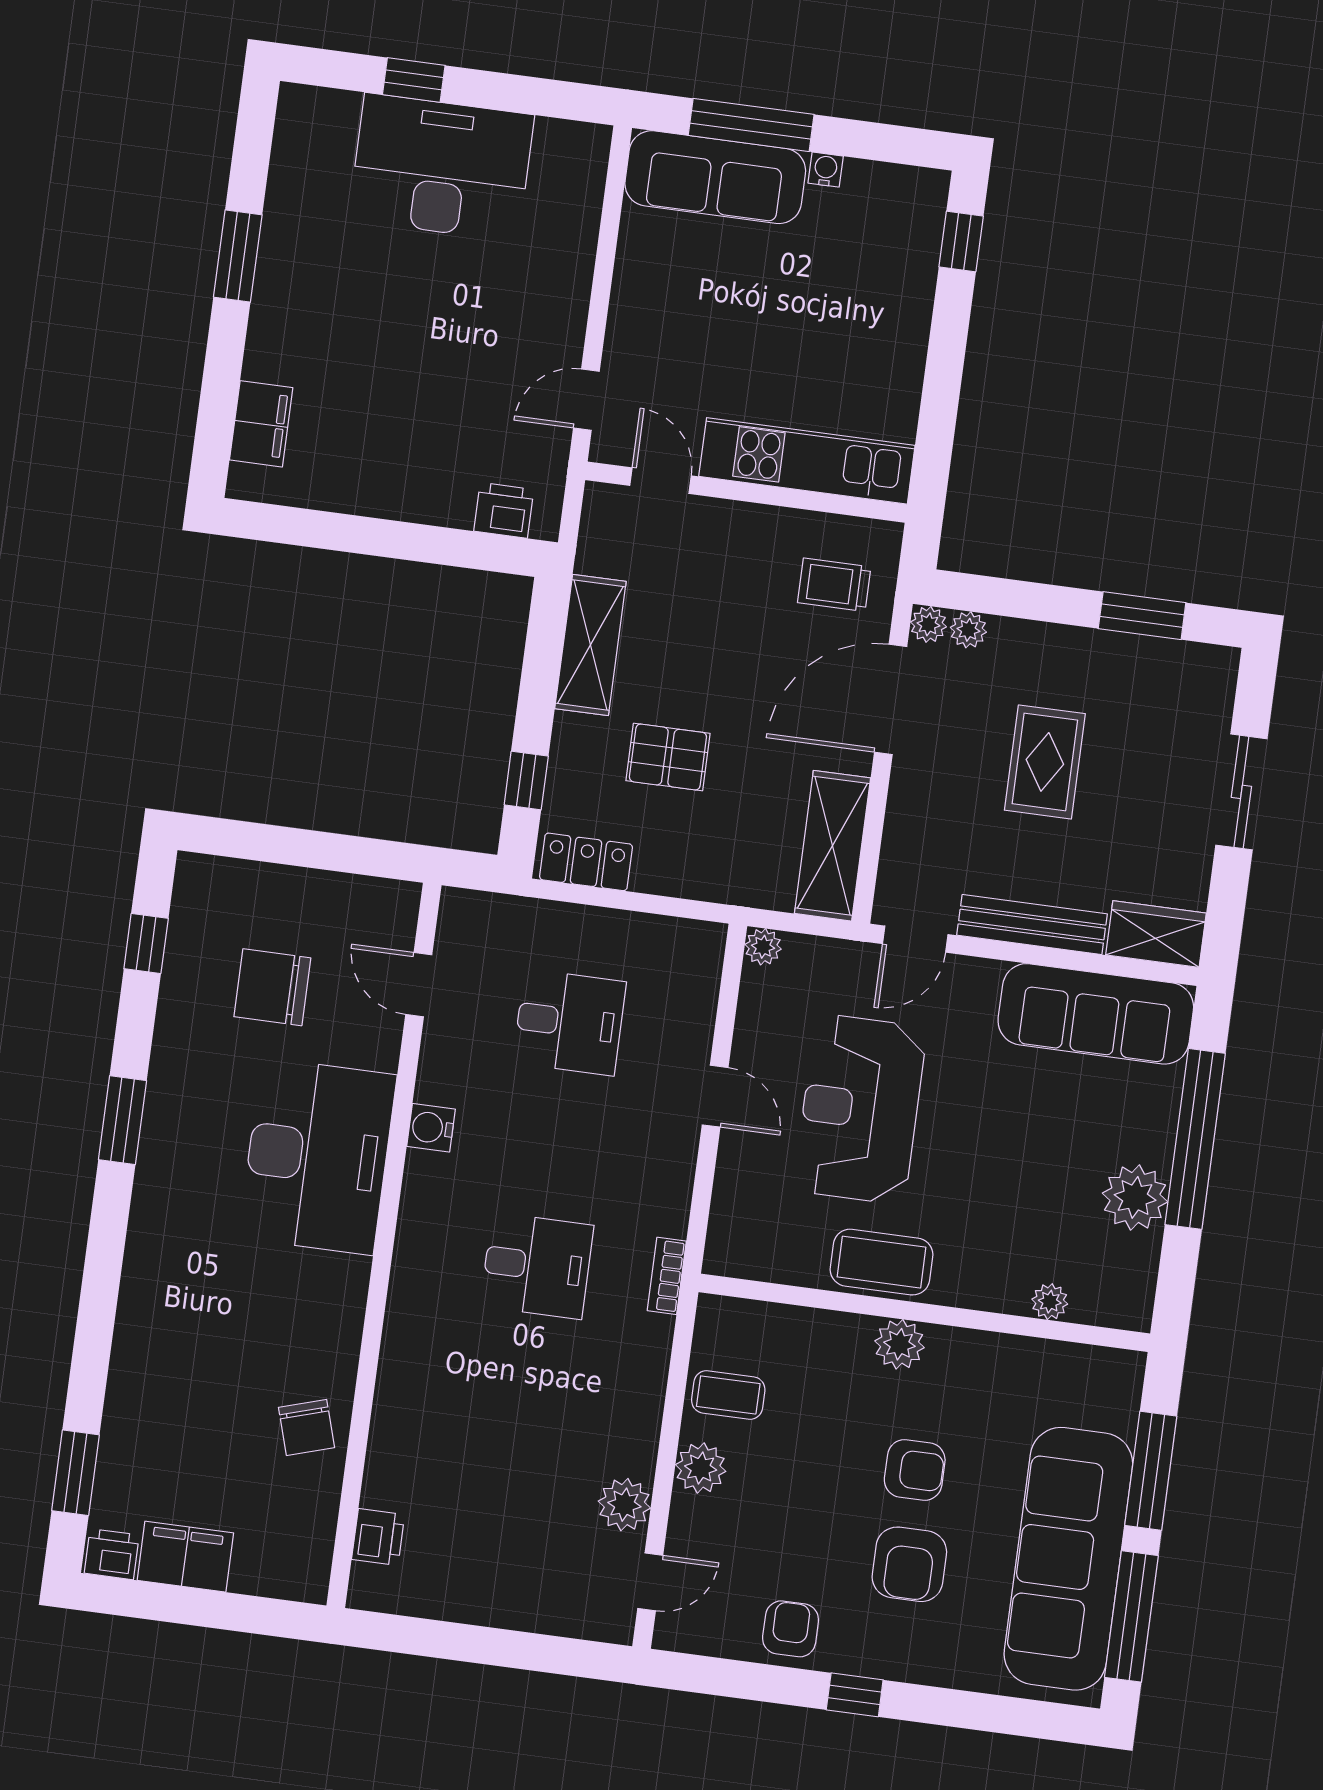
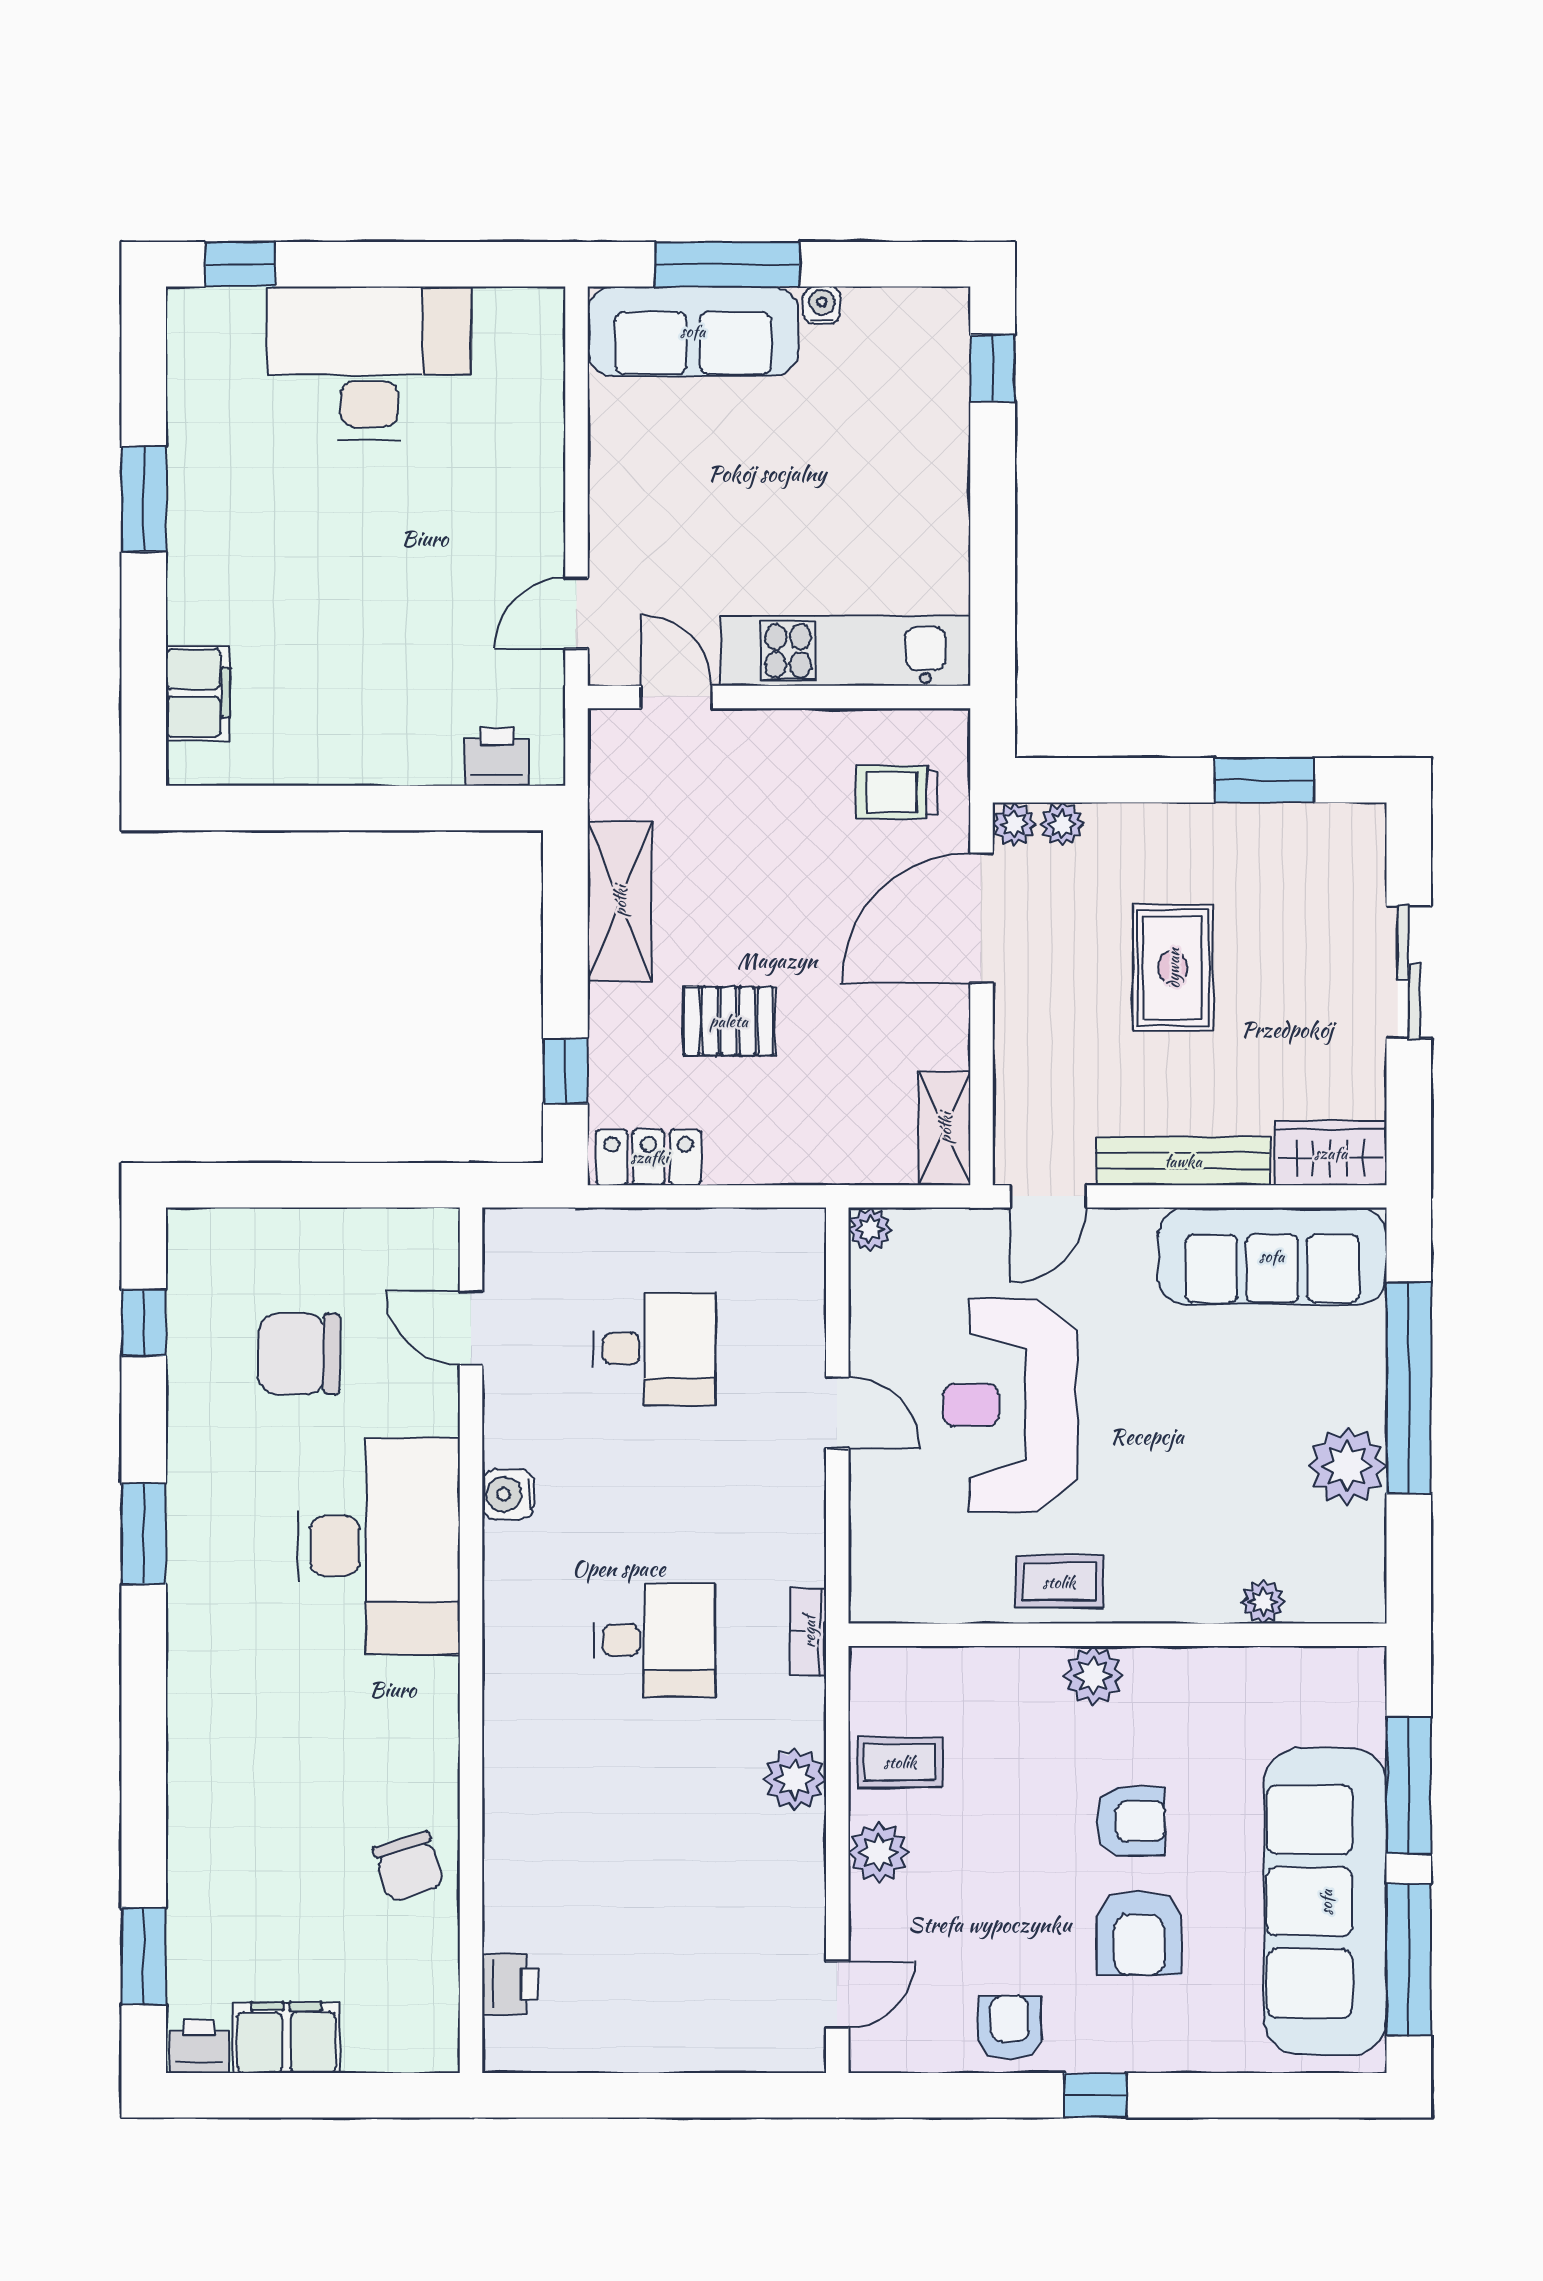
window: (414, 80) -> (240, 264), moved
shelving: (833, 846) -> (945, 1128), width x0.67, depth x0.75
coffee table: (882, 1262) -> (1059, 1582), width x0.73, depth x0.77
plant: (624, 1505) -> (795, 1779), moved

